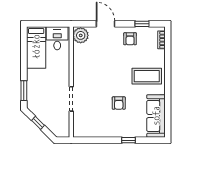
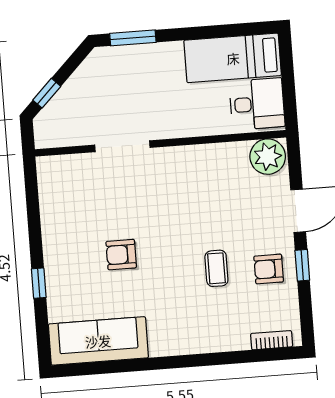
window: (142, 24) -> (302, 265), moved
coffee table: (147, 76) -> (216, 268), moved, width x0.54, depth x0.58
window: (38, 123) -> (47, 93), moved

